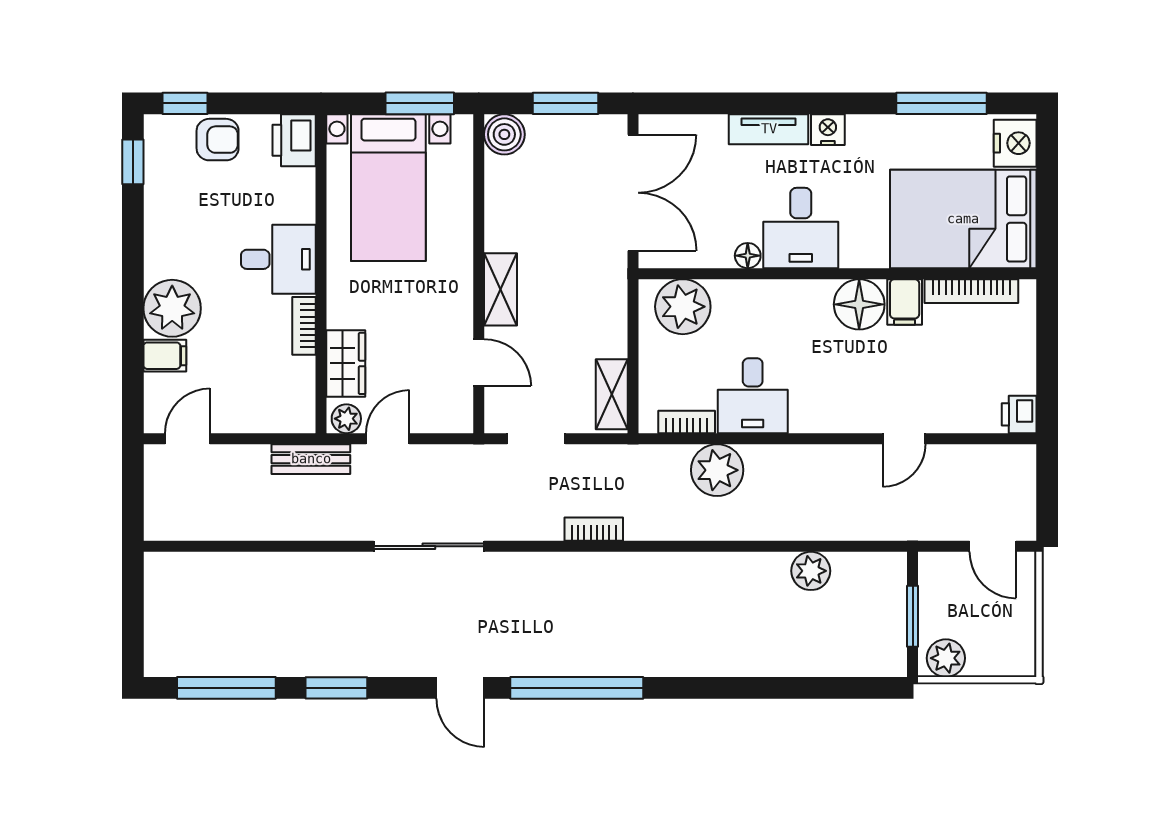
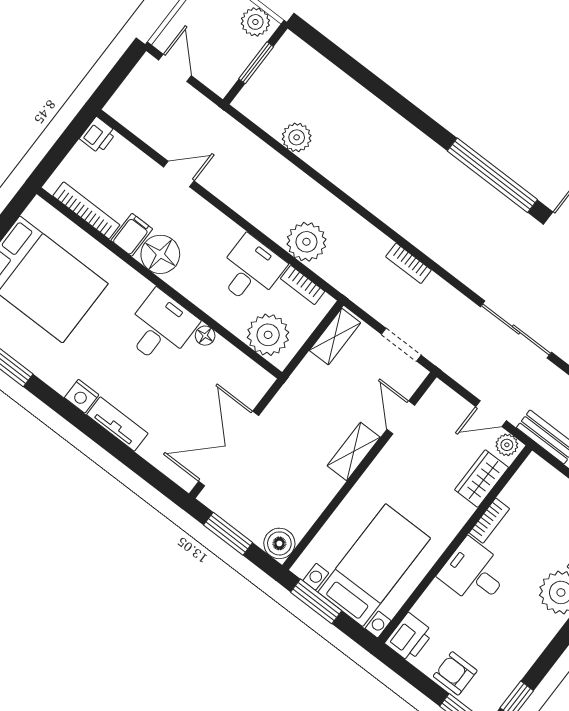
desk: (801, 228) -> (160, 328), moved
floor lamp: (748, 256) -> (205, 336), moved
wall: (837, 274) -> (159, 283), moved
bookcase: (971, 291) -> (86, 210), moved
filing cabinet: (905, 302) -> (132, 235), moved
floor lamp: (859, 304) -> (160, 254), moved
plant: (683, 307) -> (268, 335), moved

